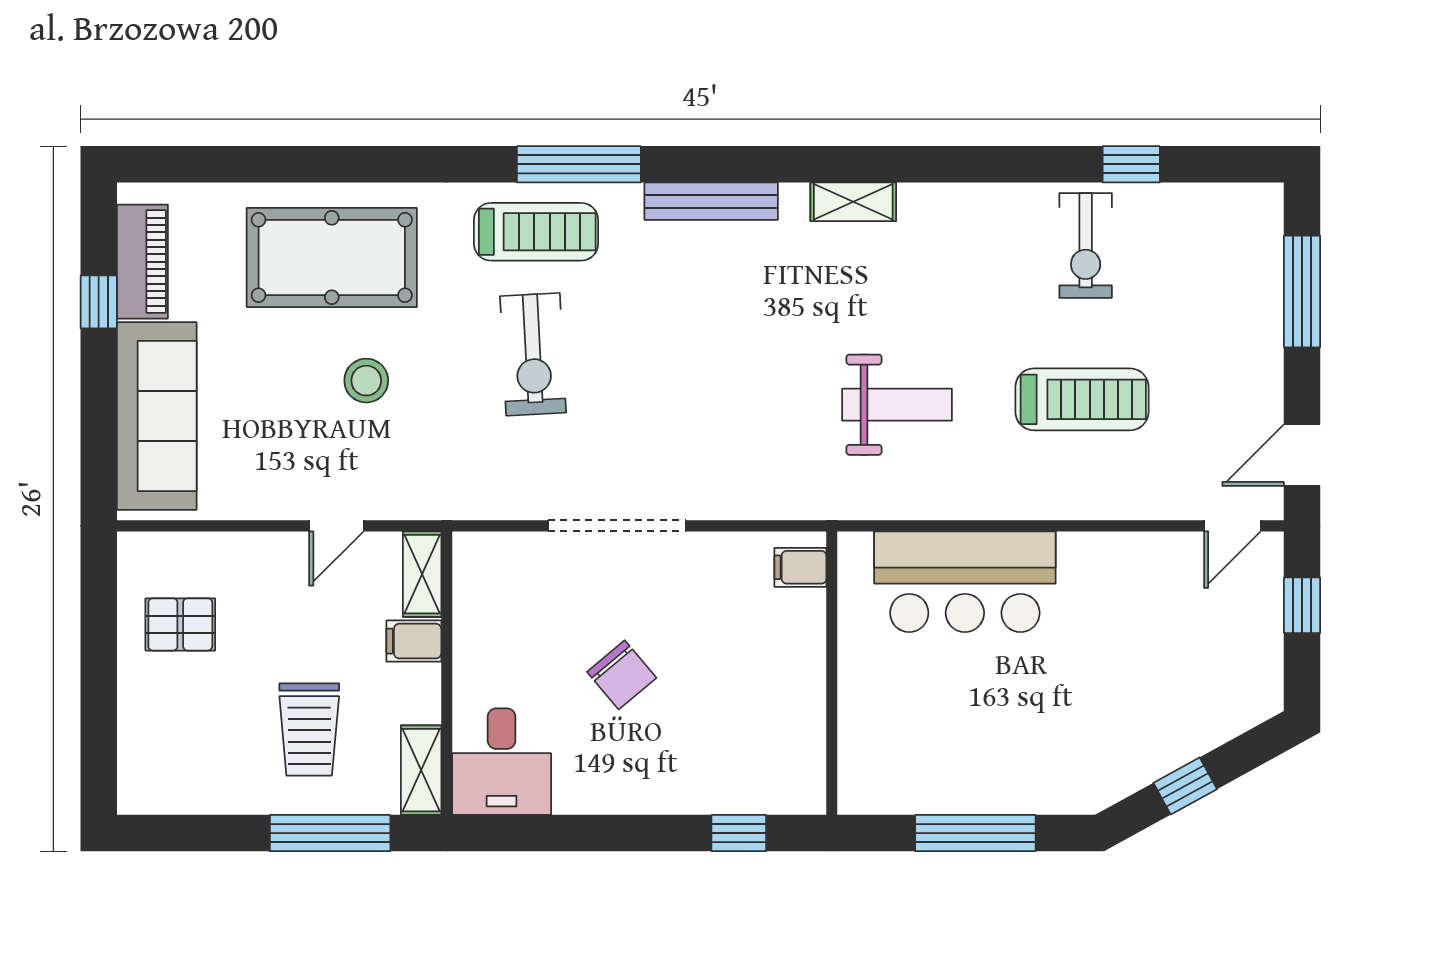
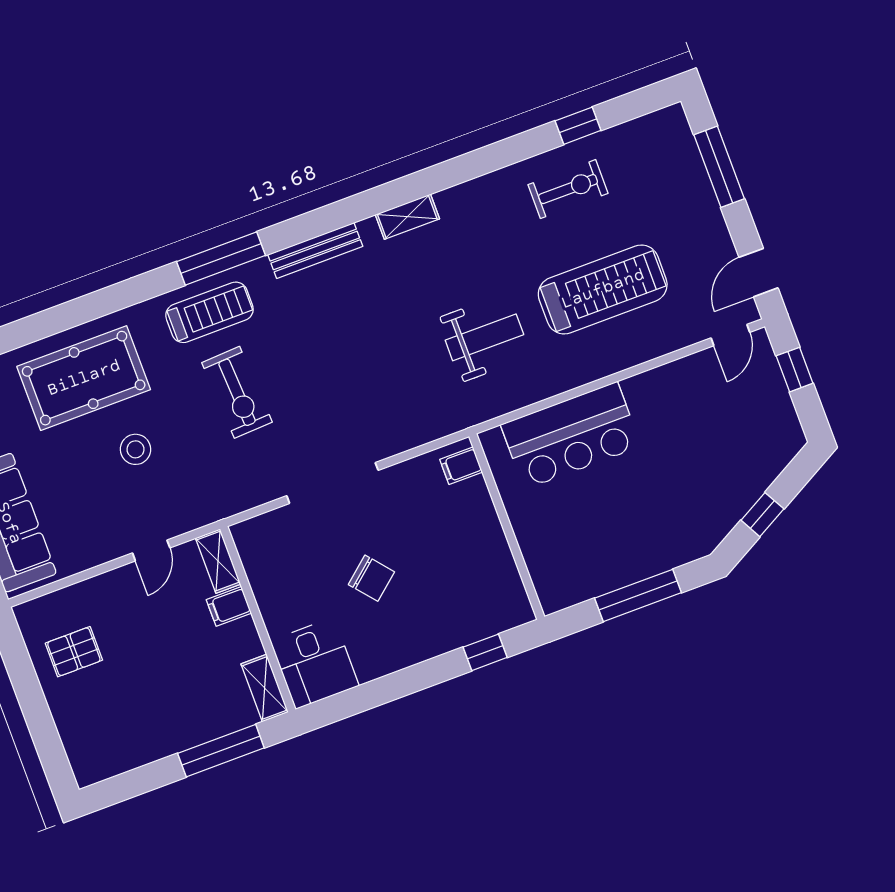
exercise bike: (1086, 245) -> (568, 189), turned -90
treadmill: (1082, 399) -> (603, 289), width x1.37, depth x1.37
trolley: (309, 729) -> (182, 689), removed

